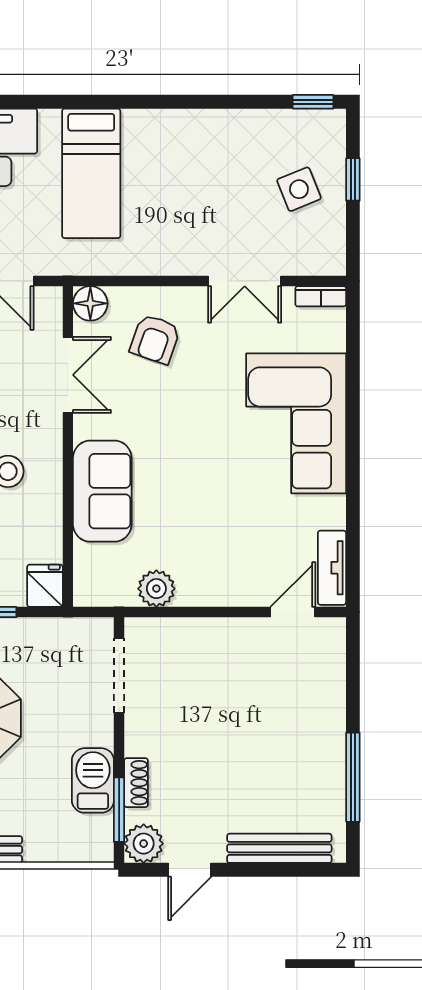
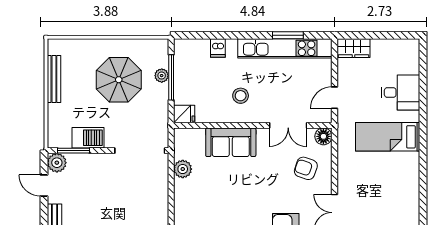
doorway: (119, 676) -> (140, 151), width x1.36
shoe rack: (136, 783) -> (87, 159), removed

